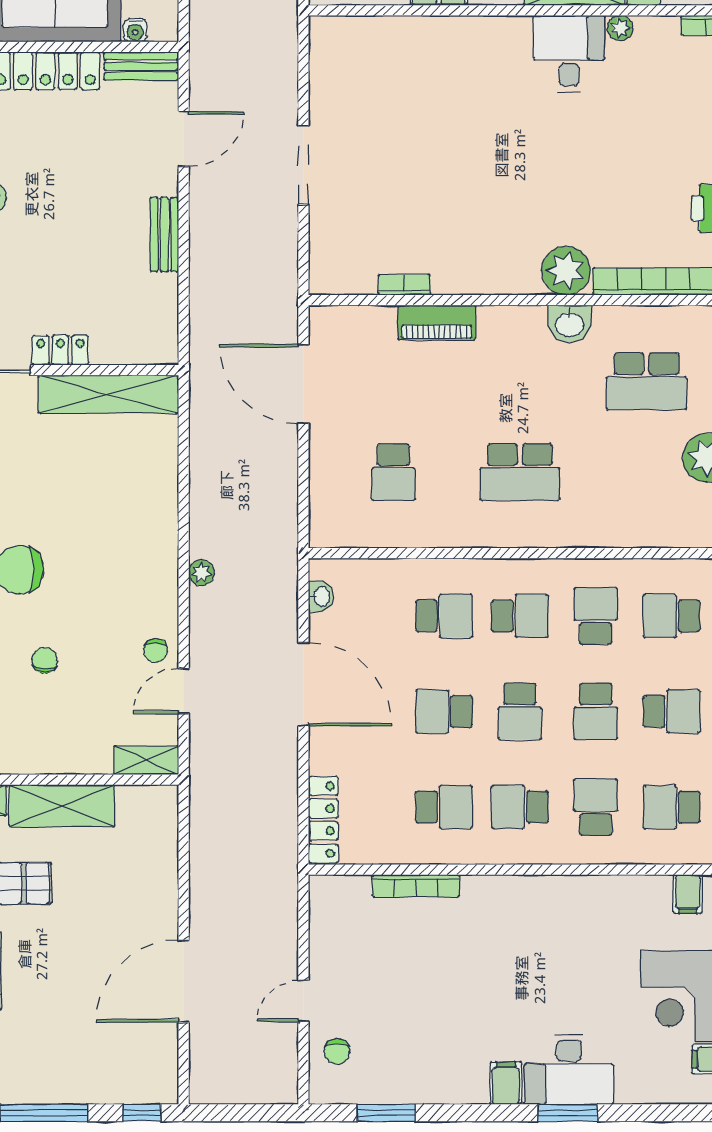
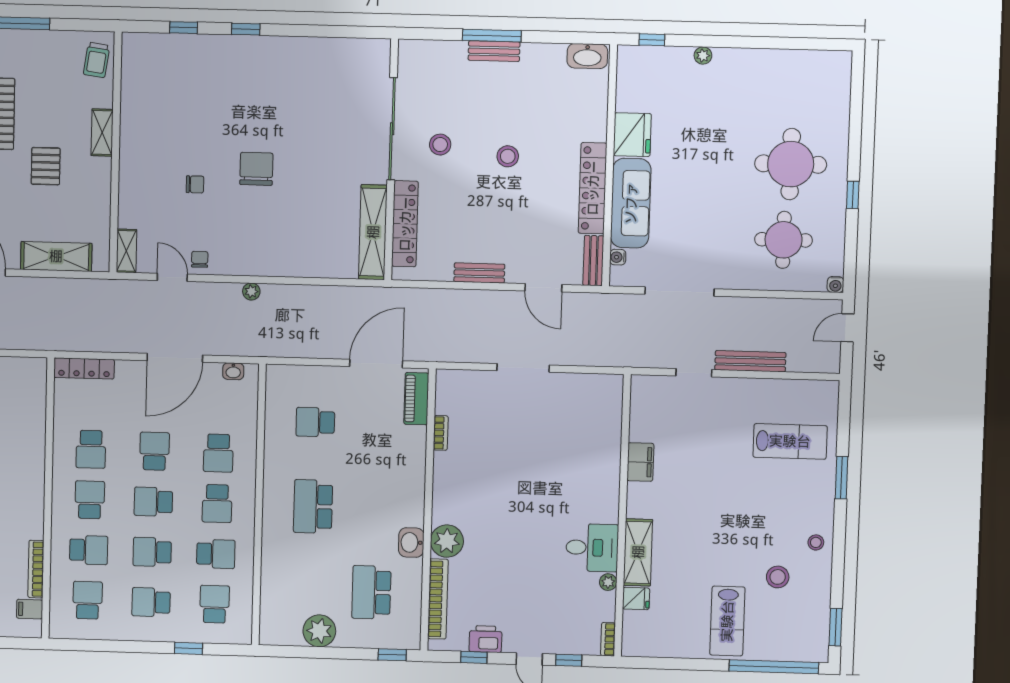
piano: (437, 322) -> (416, 399), moved
locker: (60, 350) -> (405, 224), width x2.16, depth x1.21
chair: (156, 651) -> (200, 259), turned 90
school desk: (672, 711) -> (151, 602), turned 90
shelving: (62, 806) -> (56, 256), moved, turned 90
bookcase: (416, 886) -> (36, 569), moved

